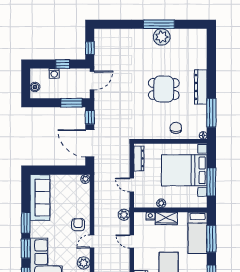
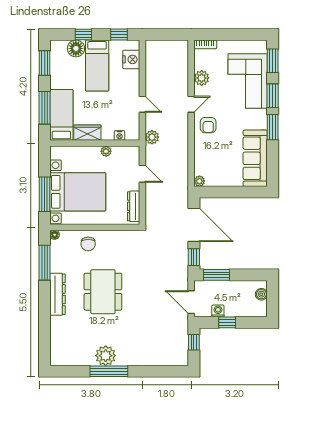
washing machine: (54, 73) -> (218, 311), moved
door: (92, 81) -> (191, 302), hinge flipped
dining table: (164, 89) -> (103, 292), width x1.38
window: (211, 182) -> (45, 194), moved
wardrobe: (166, 218) -> (87, 133), moved

